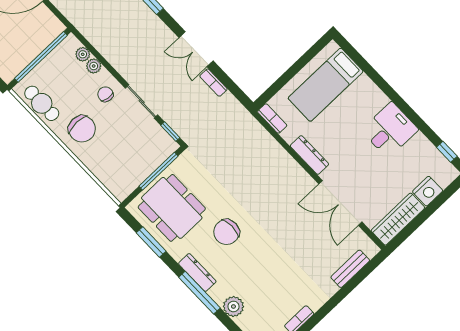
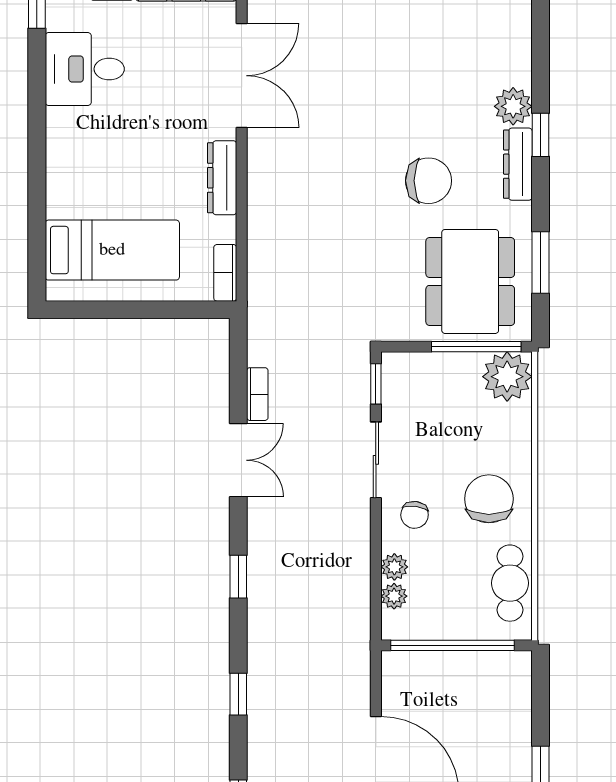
desk: (390, 130) -> (85, 69), moved
window: (158, 171) -> (476, 347), moved
plant: (121, 184) -> (507, 377), added
window: (199, 293) -> (540, 135), width x0.46
plant: (233, 306) -> (513, 106), moved

